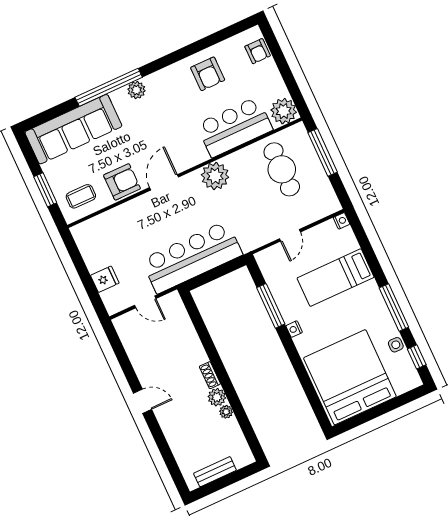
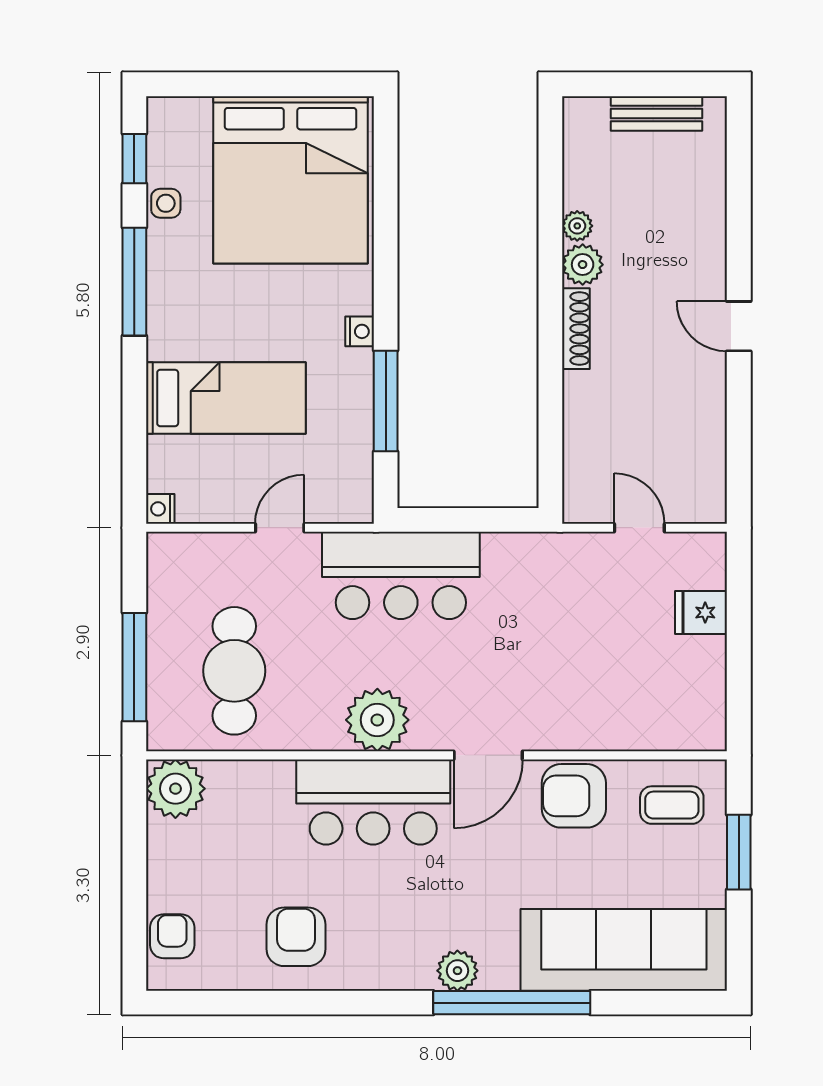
bar counter: (235, 127) -> (373, 802), moved
bar counter: (192, 257) -> (401, 575), moved, width x0.73
shoe rack: (210, 375) -> (576, 329), width x1.43

